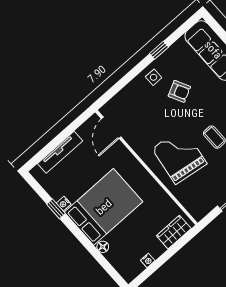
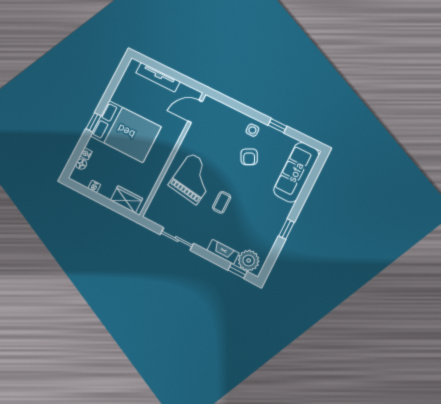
nightstand: (64, 204) -> (86, 154), moved
window: (56, 209) -> (93, 122), moved
floor lamp: (103, 247) -> (81, 164), moved

